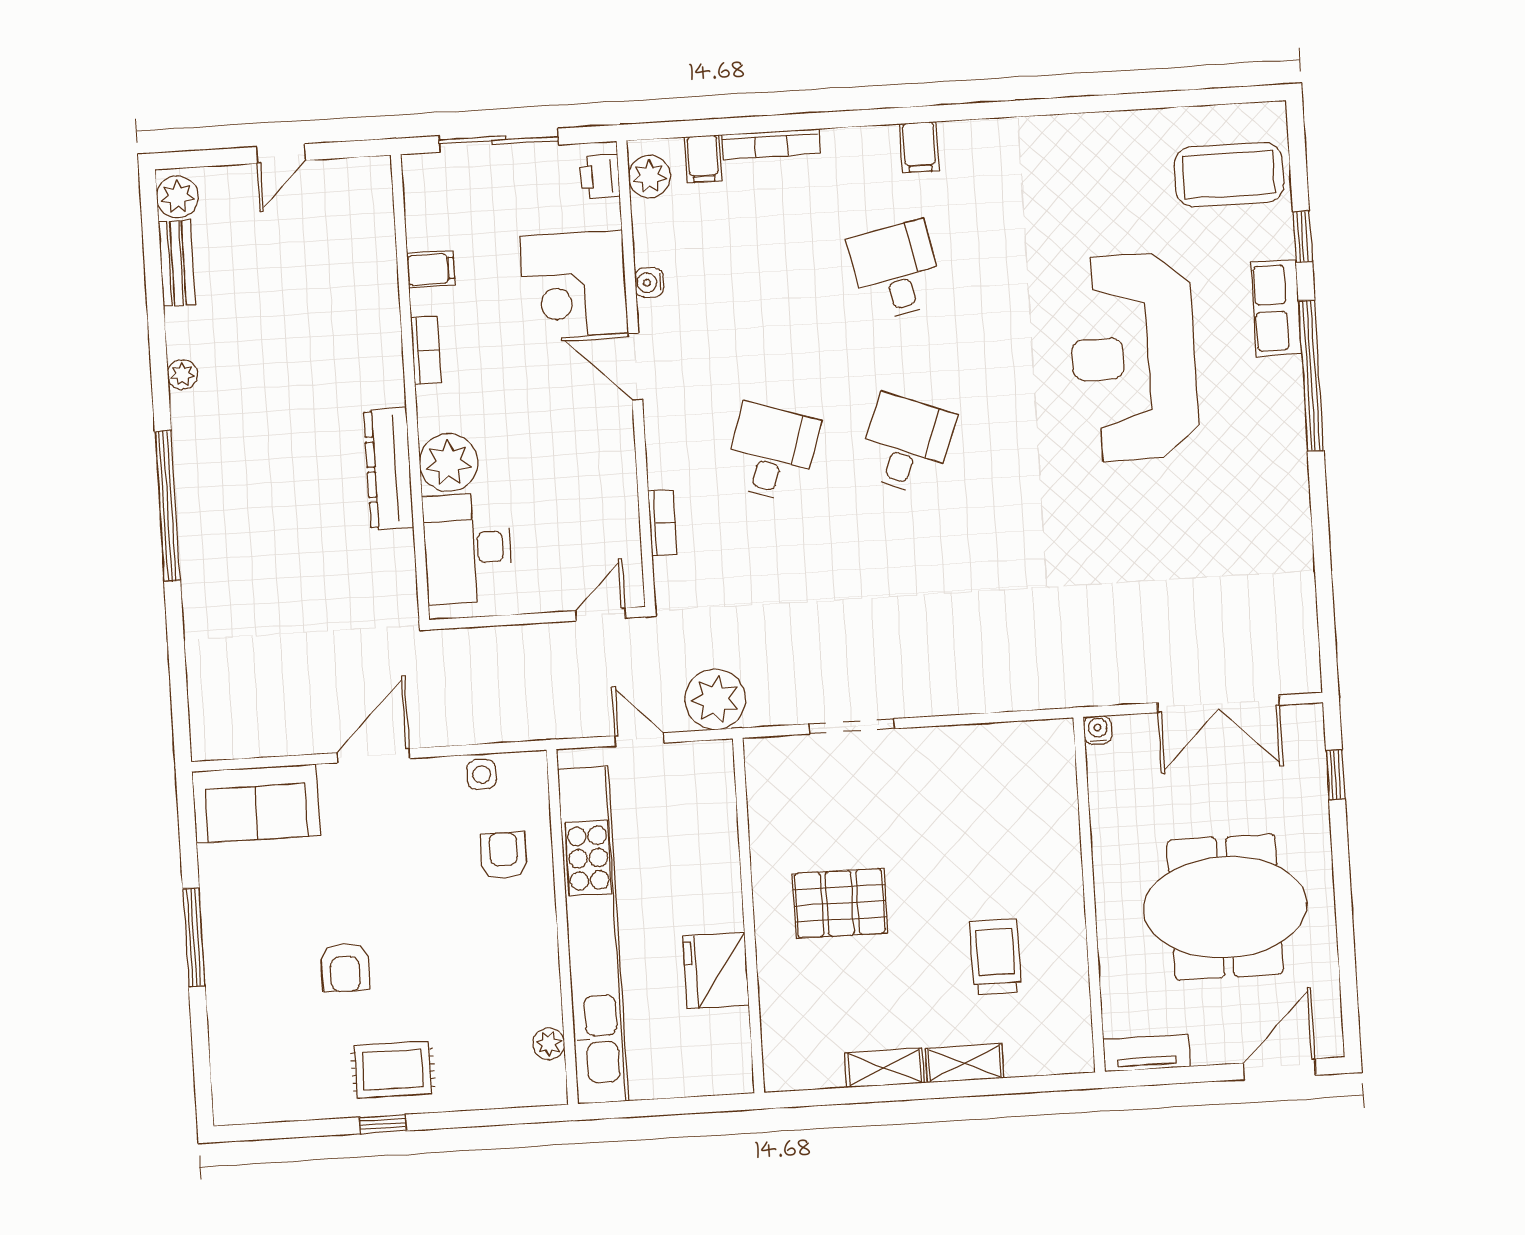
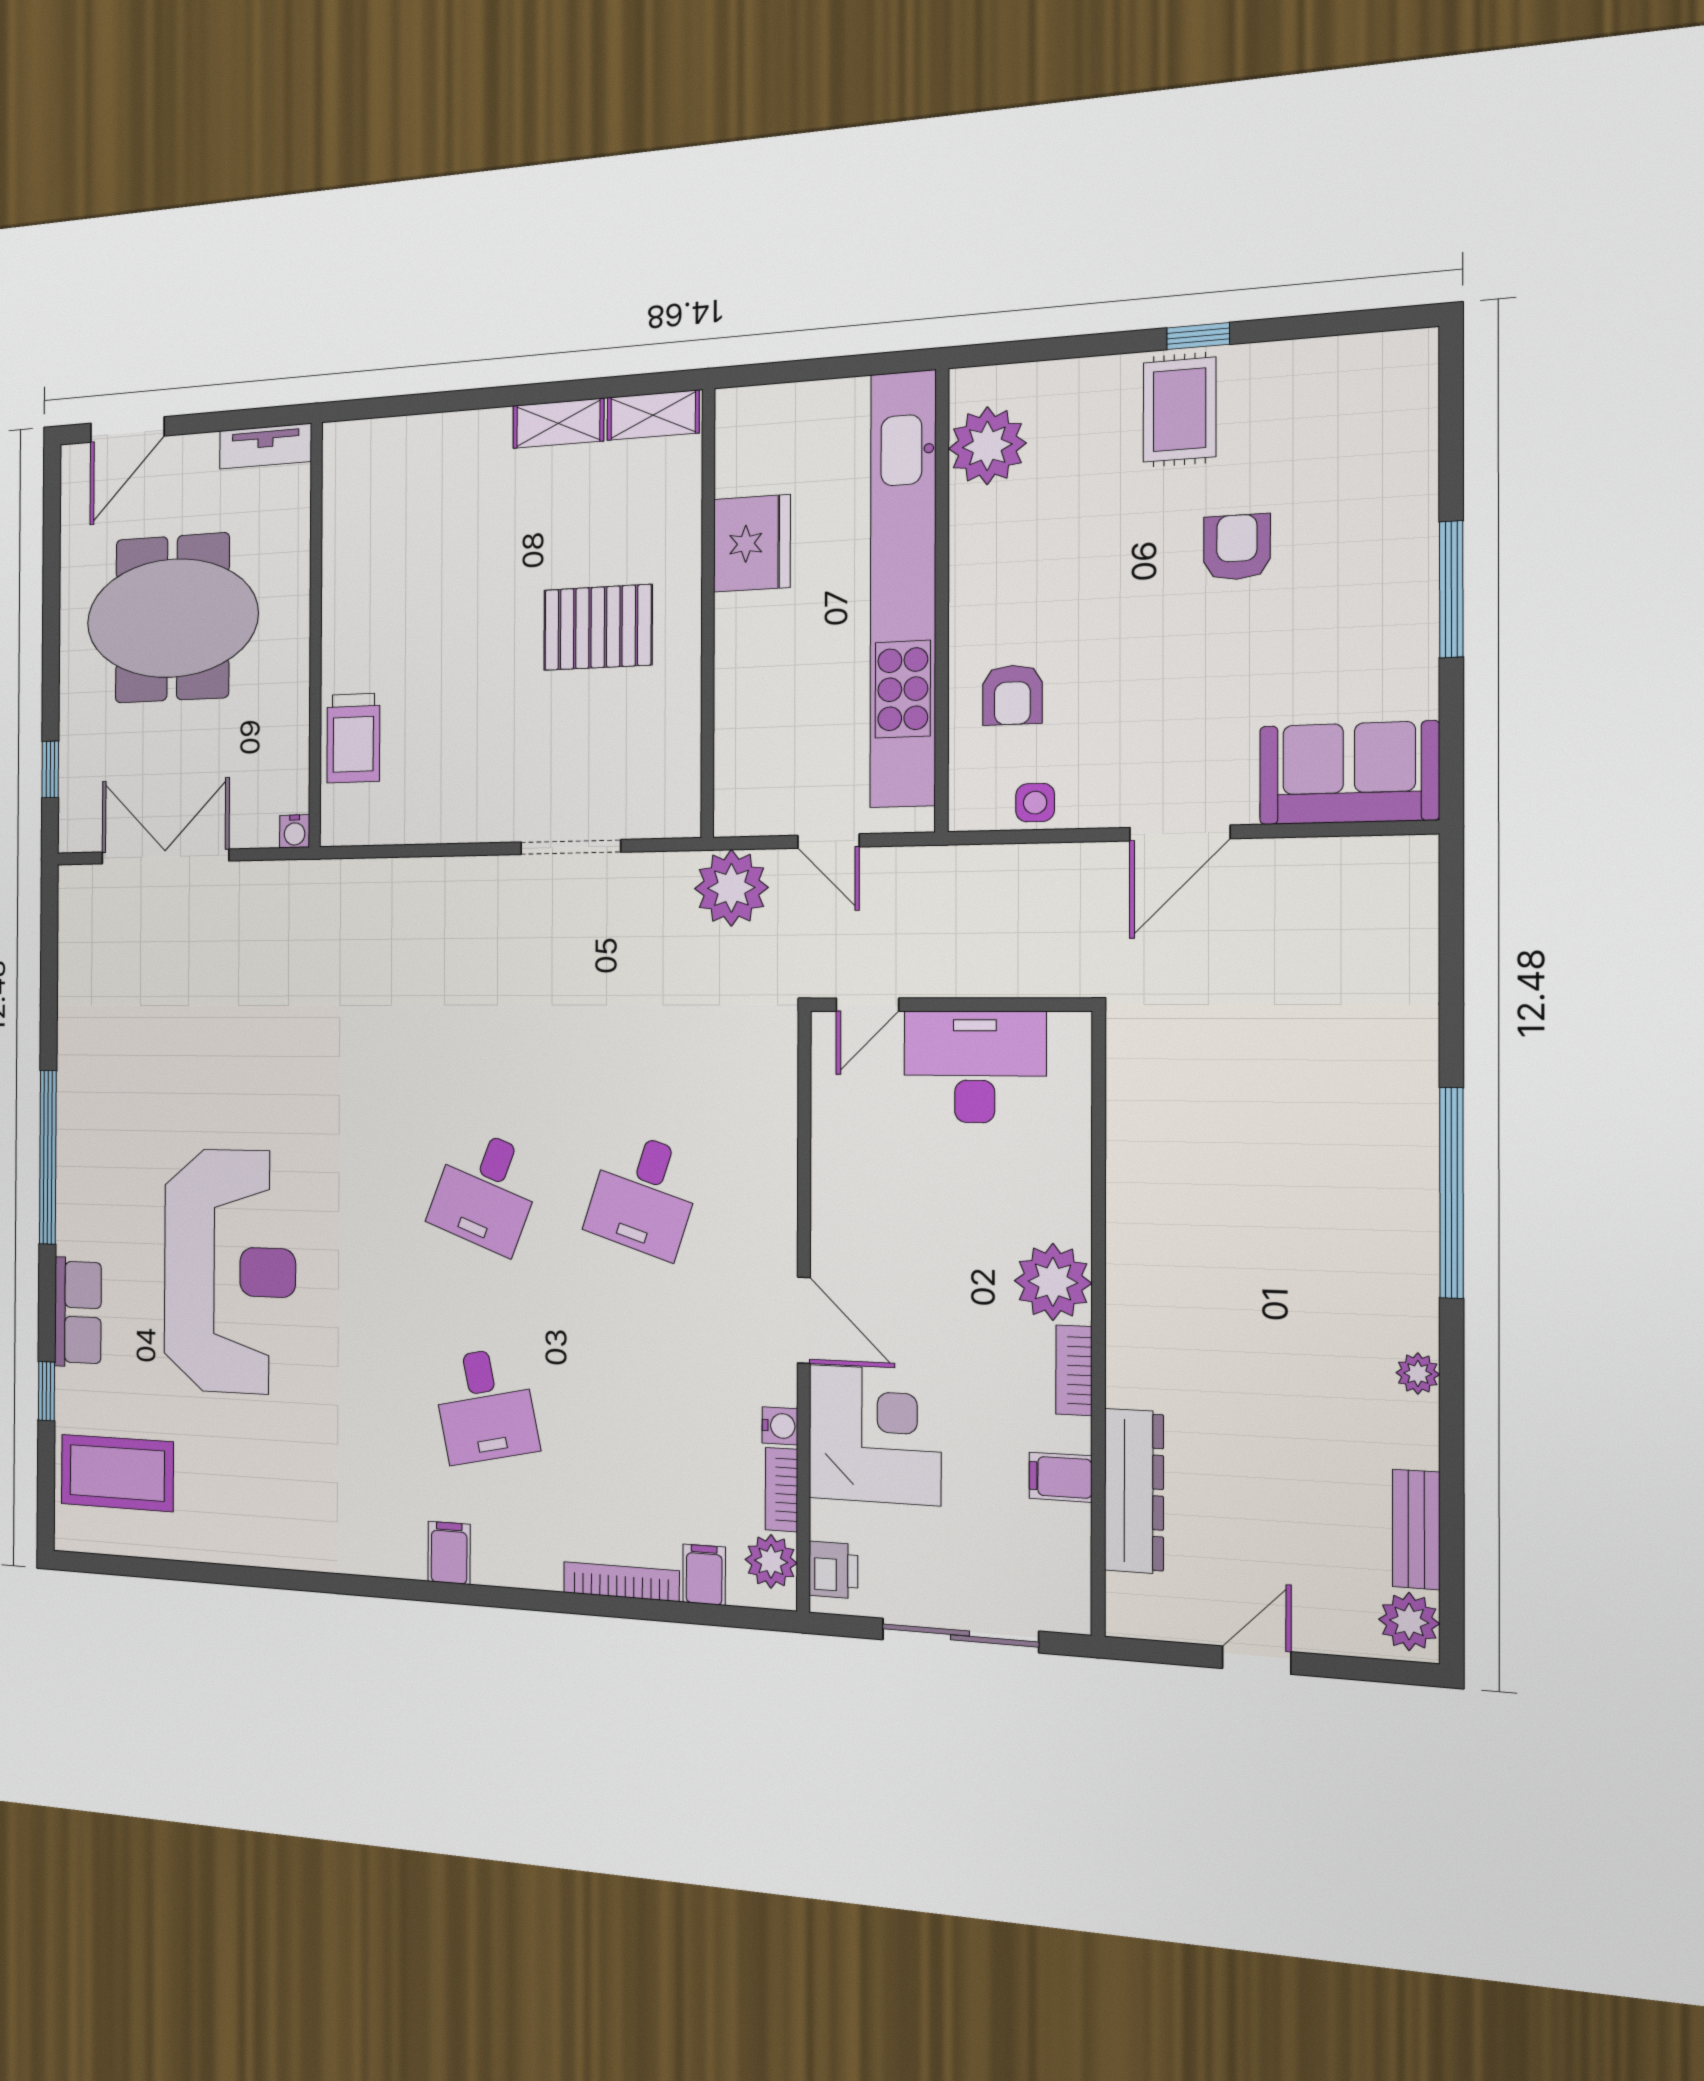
window: (1311, 376) -> (48, 1157), moved
plant: (448, 463) -> (1053, 1282), moved
dresser: (389, 469) -> (1134, 1491), moved
bookcase: (663, 523) -> (781, 1490), moved
desk: (467, 548) -> (975, 1067), moved, turned -90
trolley: (995, 957) -> (353, 738), moved
plant: (549, 1044) -> (987, 446), width x1.87, depth x1.87
shelving: (965, 1063) -> (653, 415), moved
rug: (393, 1070) -> (1180, 410), turned 90

